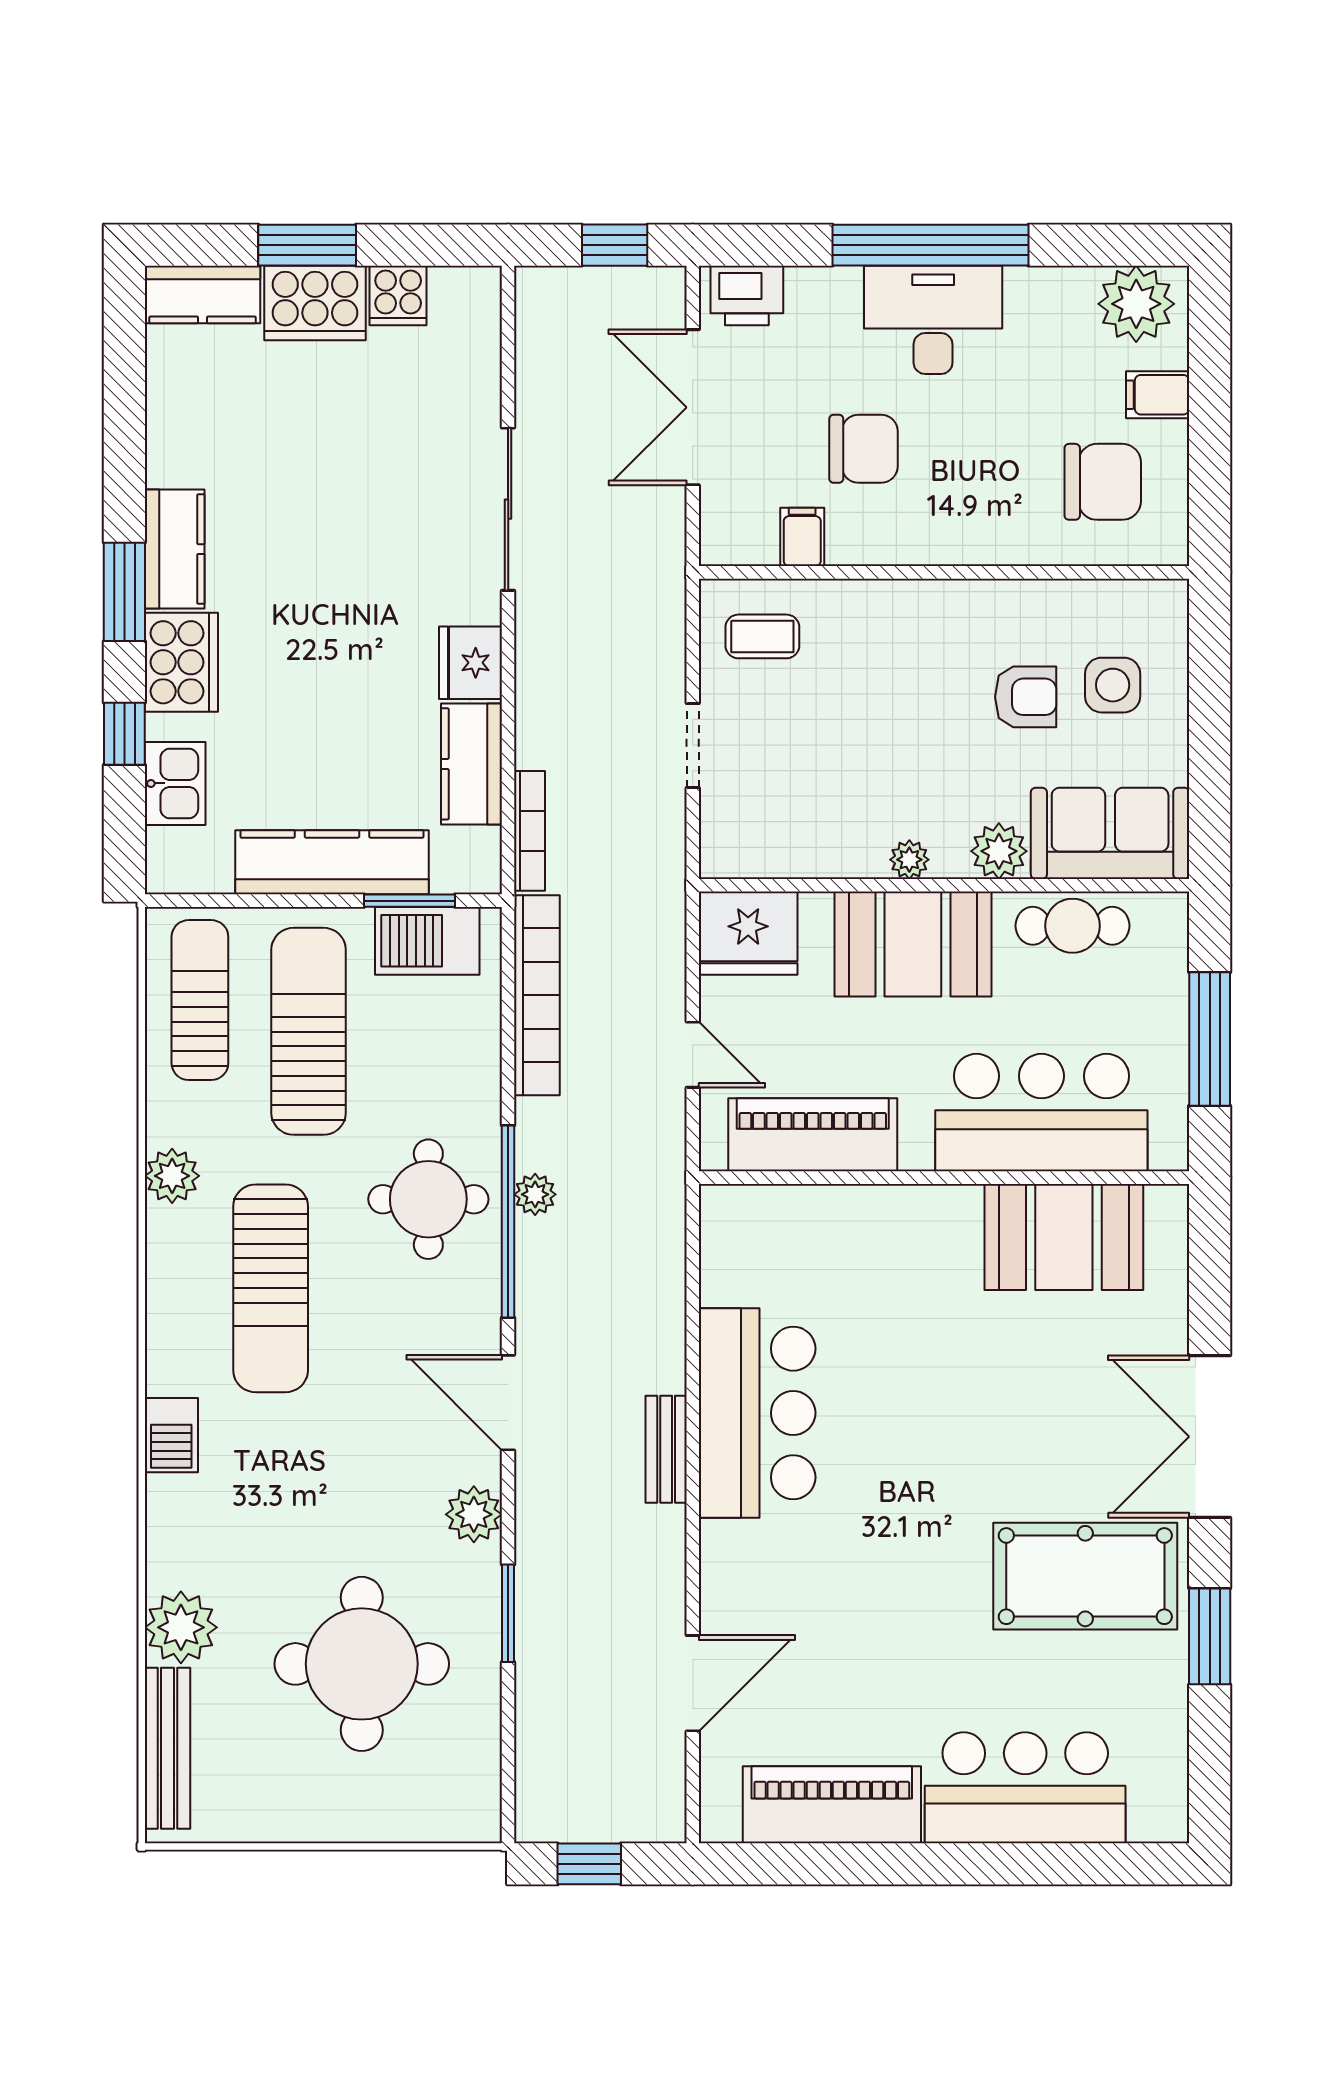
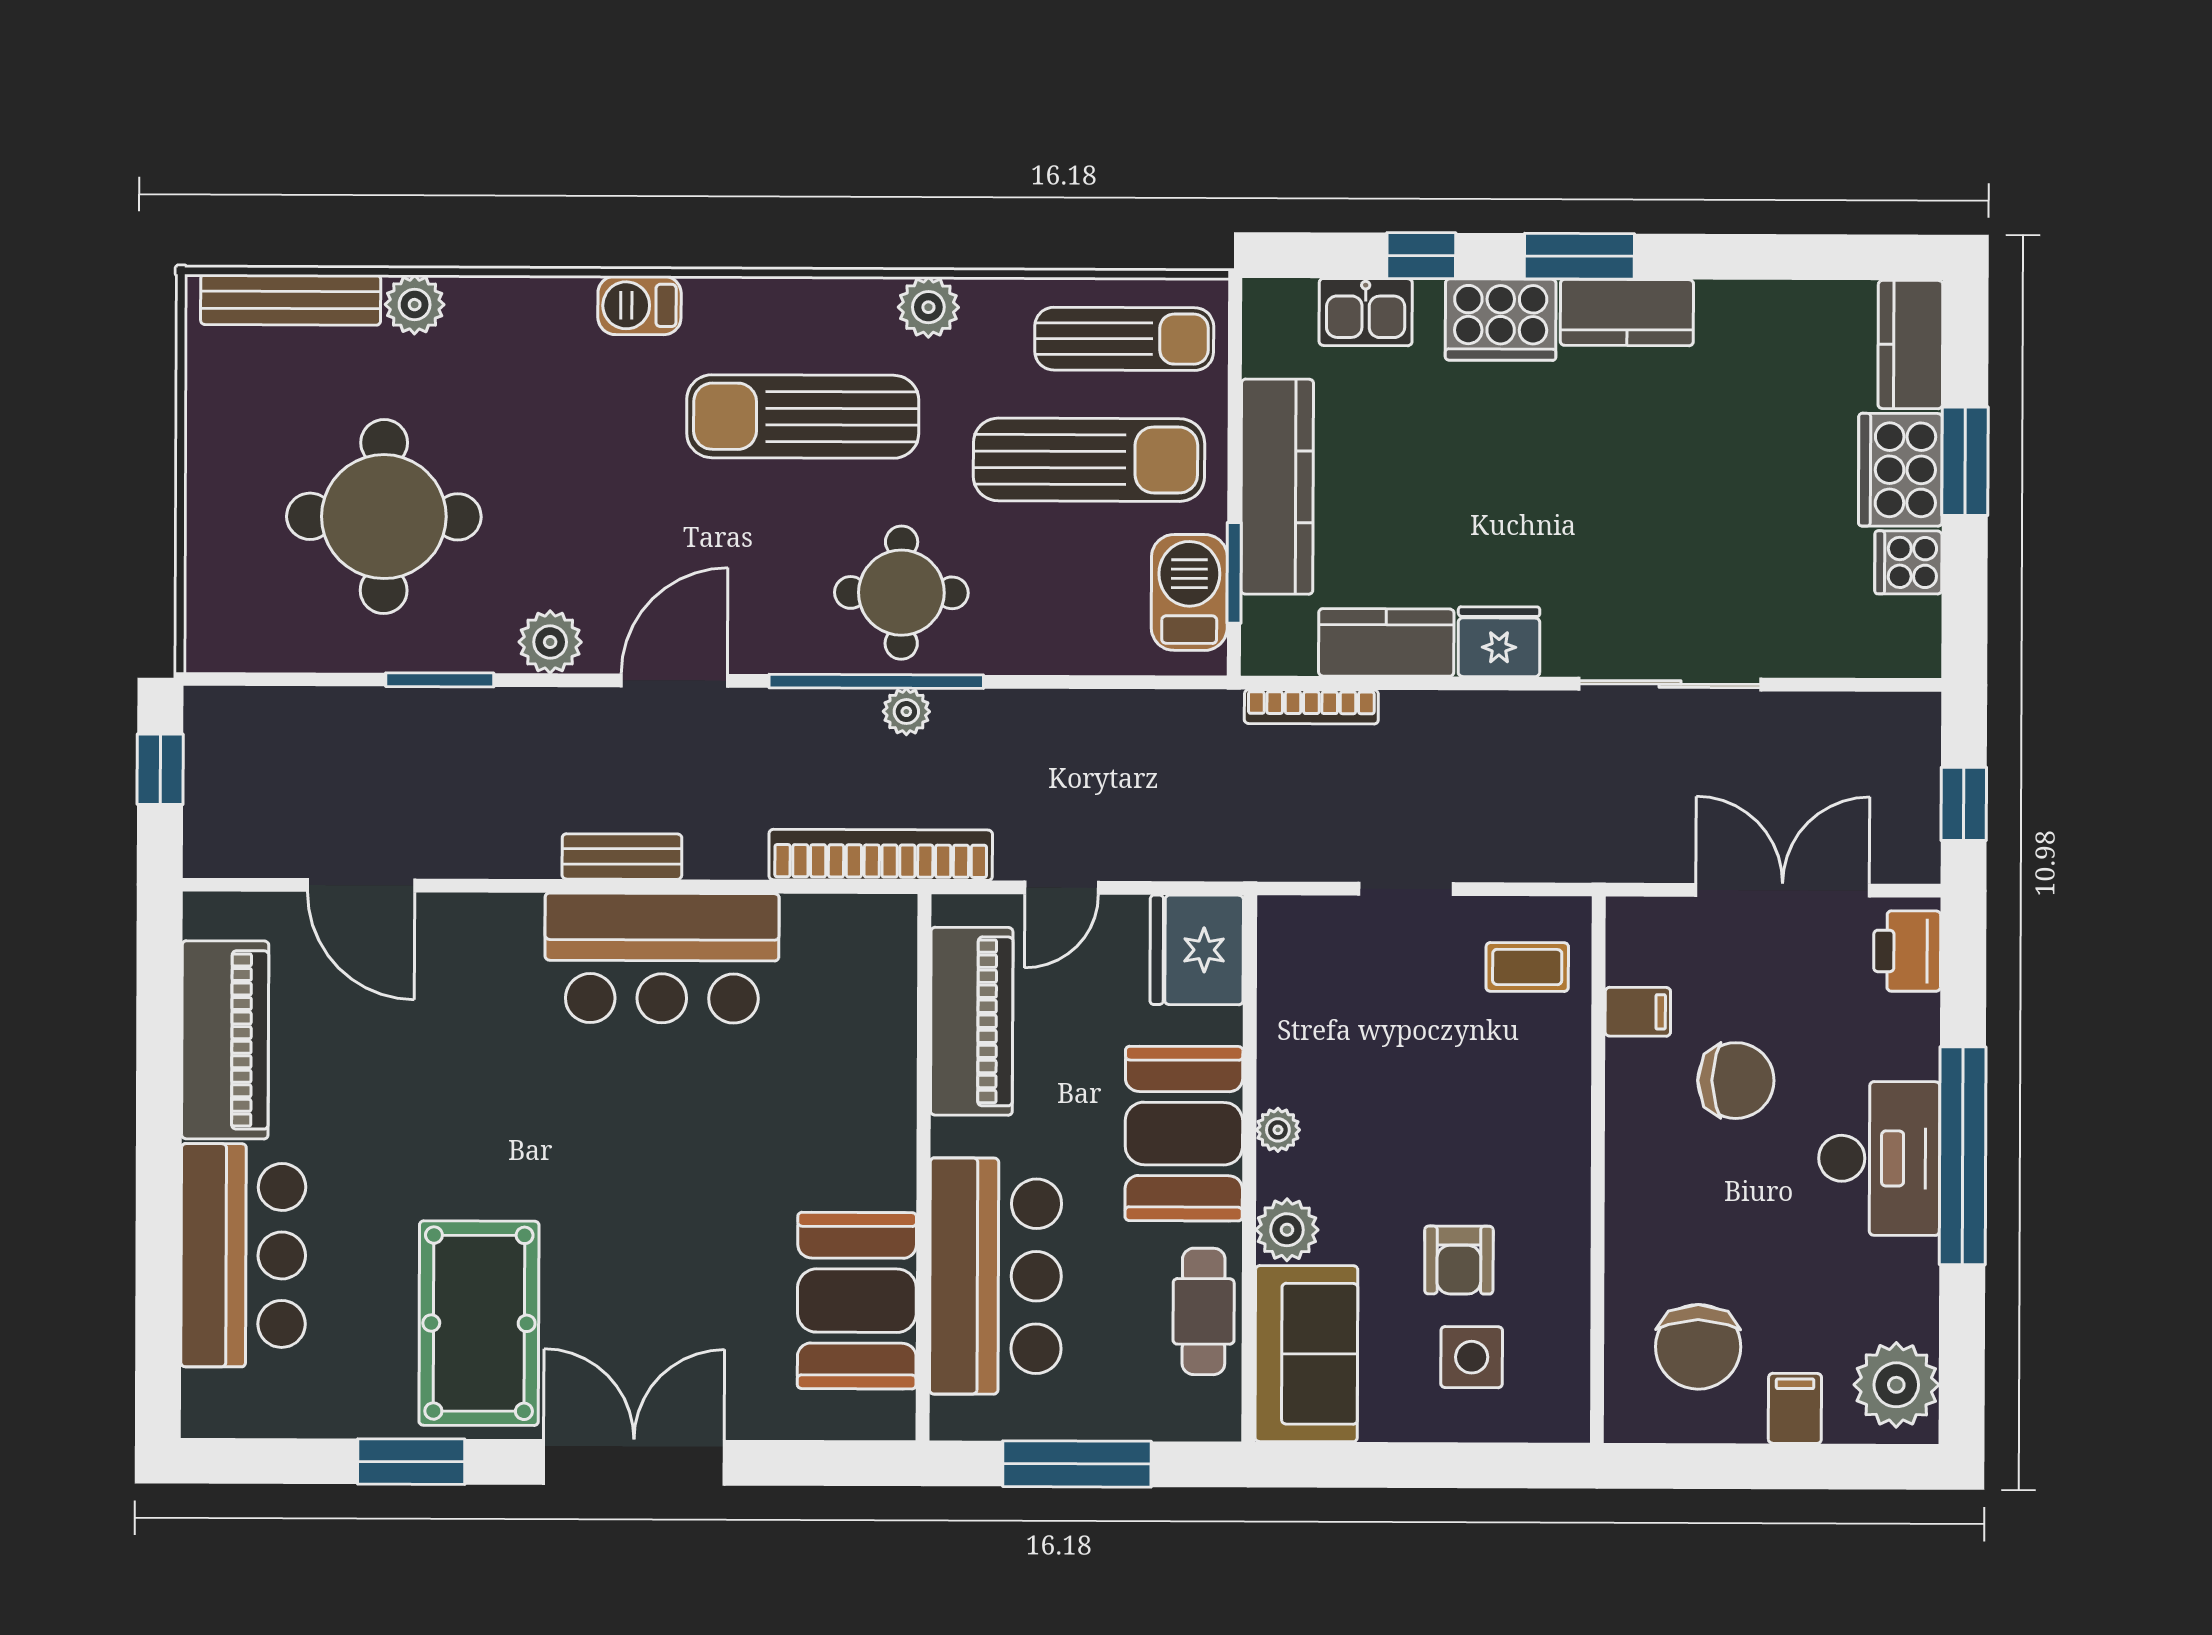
chair: (864, 449) -> (1736, 1081), turned -90
coffee table: (762, 636) -> (1527, 967), turned 90
bookcase: (537, 995) -> (881, 855), moved, turned 180
plant: (181, 1627) -> (415, 305), width x0.73, depth x0.73

